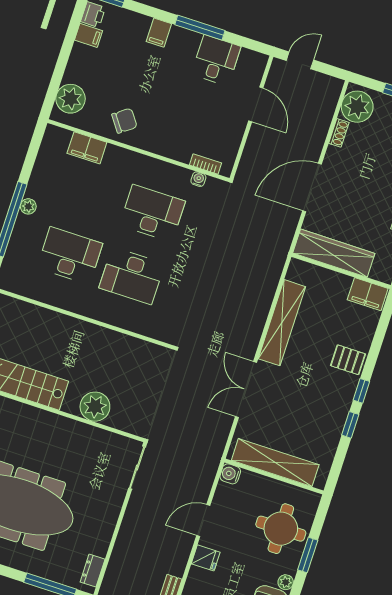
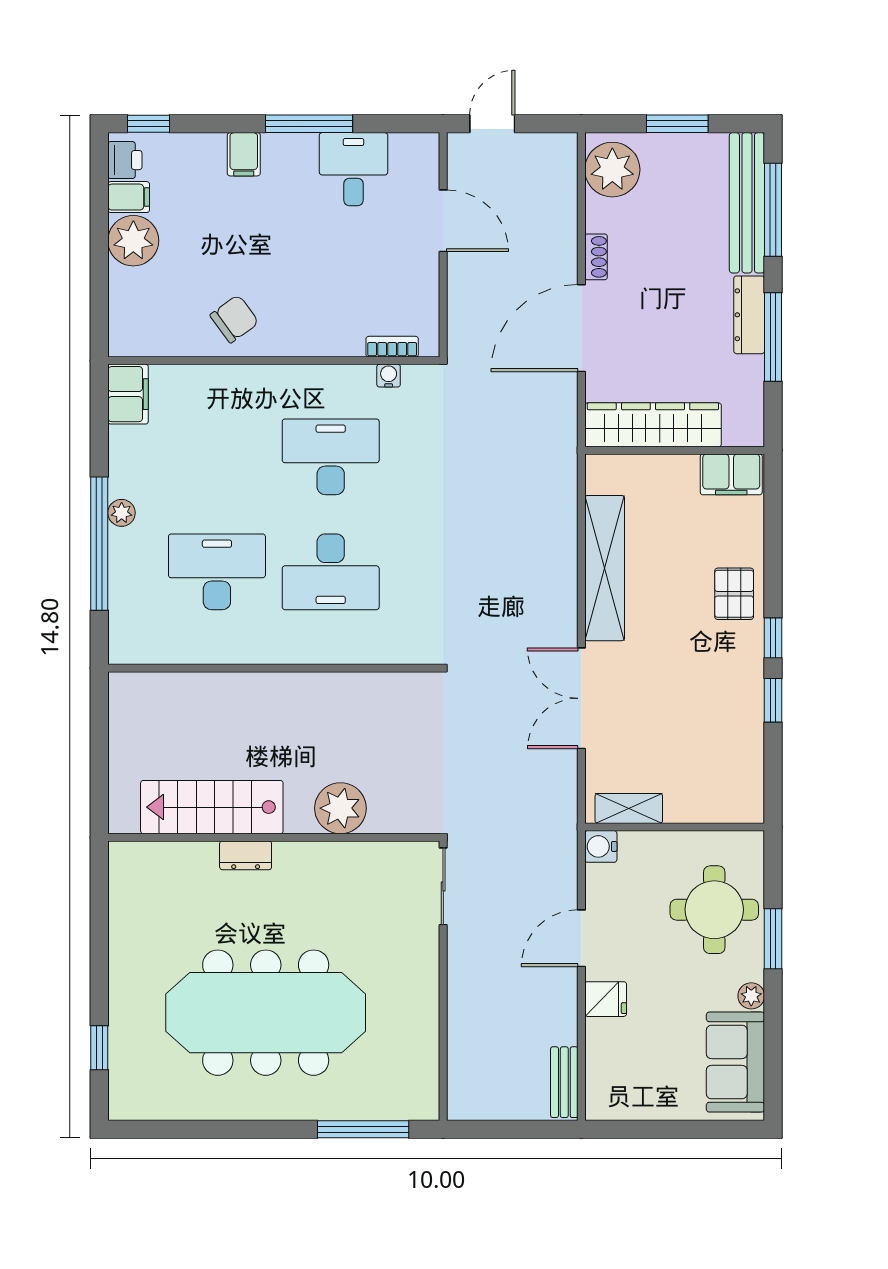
plant: (71, 99) -> (133, 241), moved
shoe rack: (339, 133) -> (596, 257), moved
filing cabinet: (87, 148) -> (128, 394), moved, turned -90
pallet: (348, 360) -> (734, 594), turned 90
shelving: (275, 463) -> (629, 808), width x0.45, depth x0.75
dresser: (93, 571) -> (246, 855), moved, turned -90

